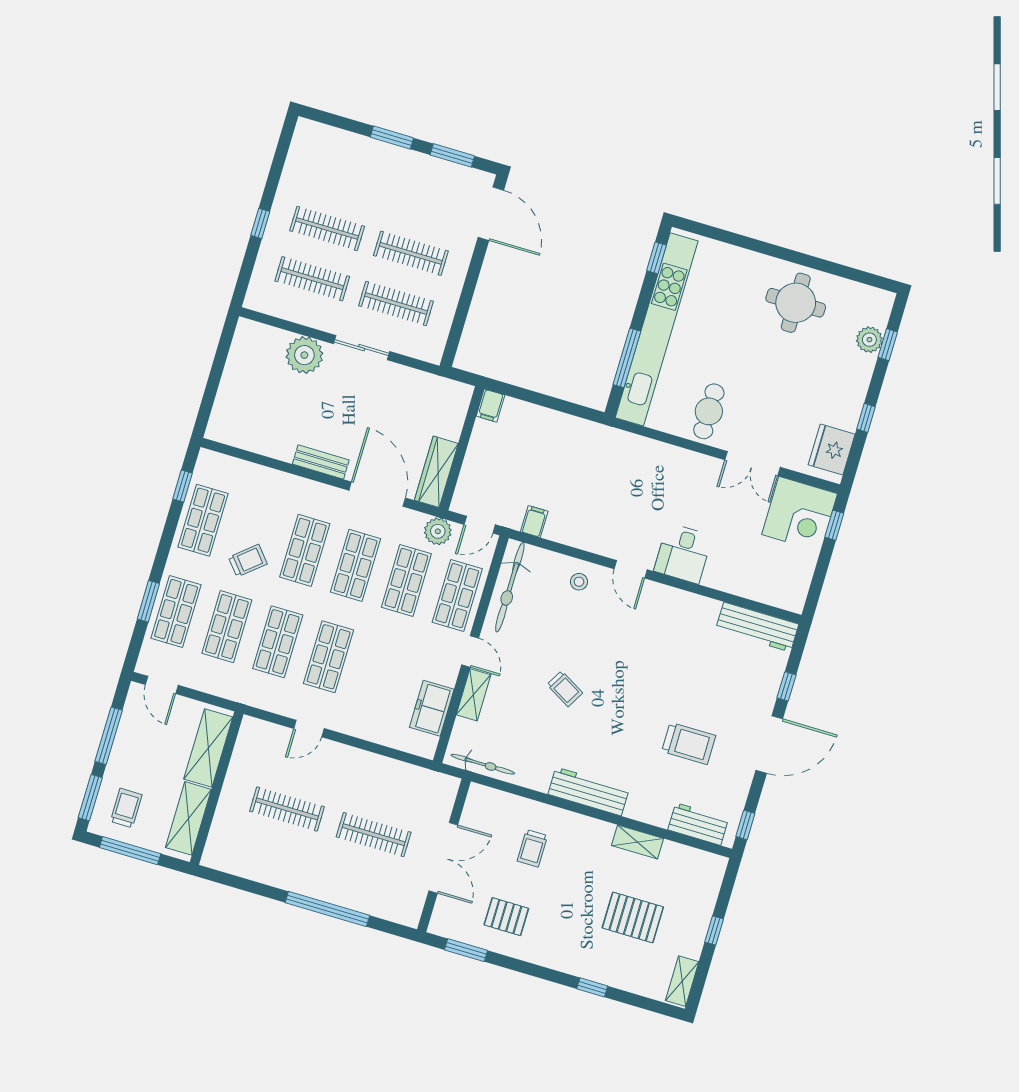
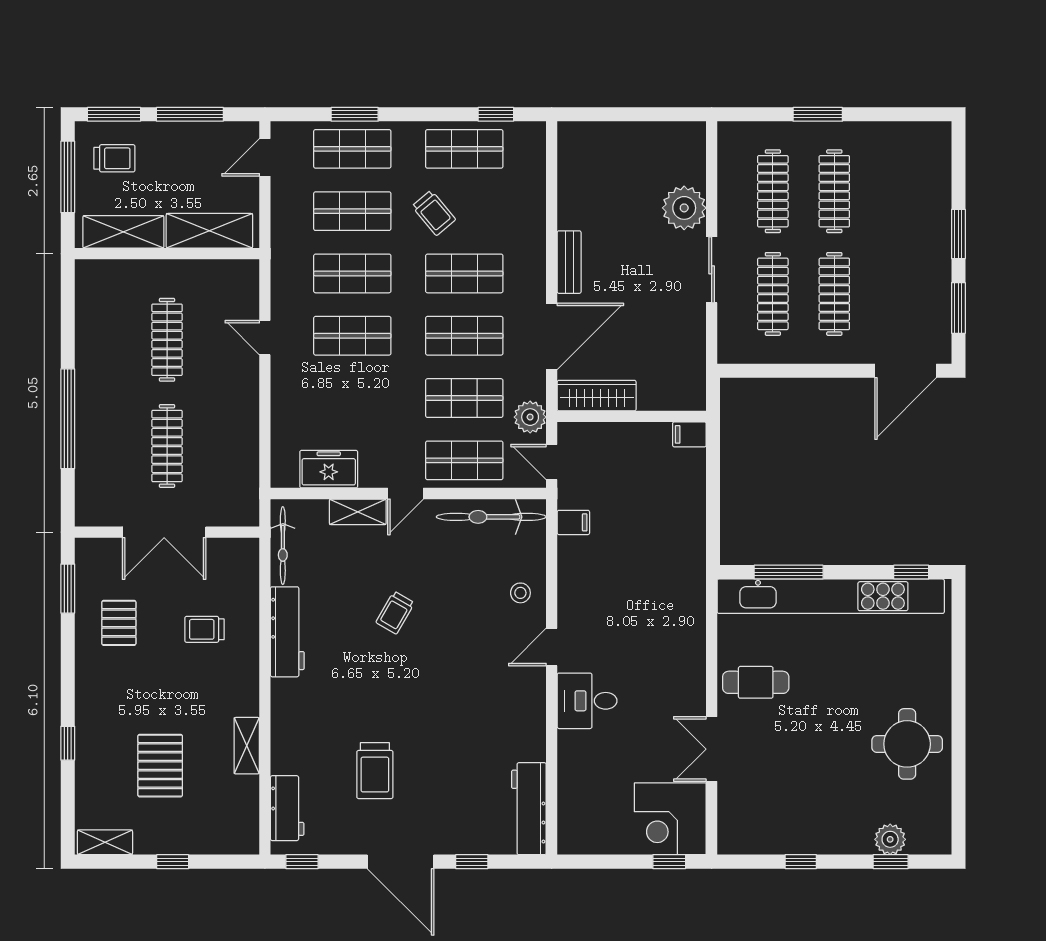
window: (260, 223) -> (818, 114), width x1.50
fridge: (832, 449) -> (754, 833), removed
workbench: (589, 791) -> (287, 632), moved

